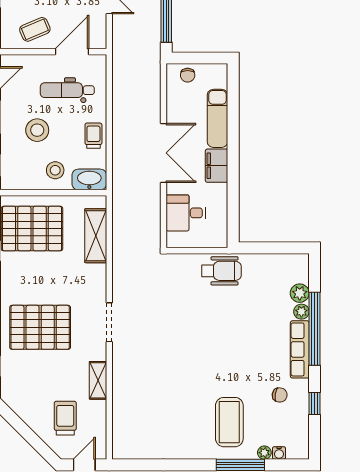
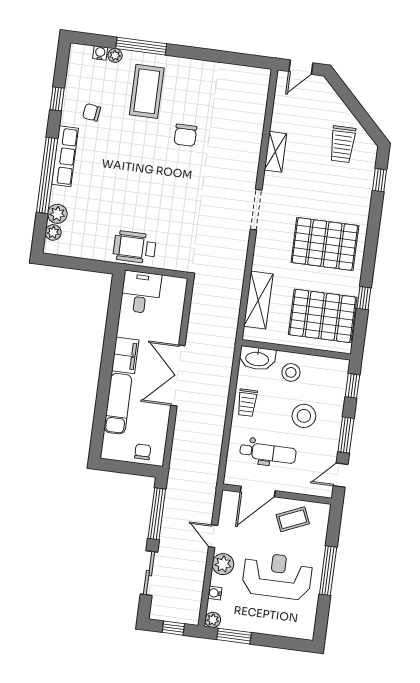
desk: (186, 213) -> (141, 292), moved, turned -90
plant: (301, 312) -> (53, 232), moved
pallet: (40, 327) -> (325, 244), moved
chair: (187, 385) -> (185, 135), added
trolley: (65, 418) -> (342, 144), moved

